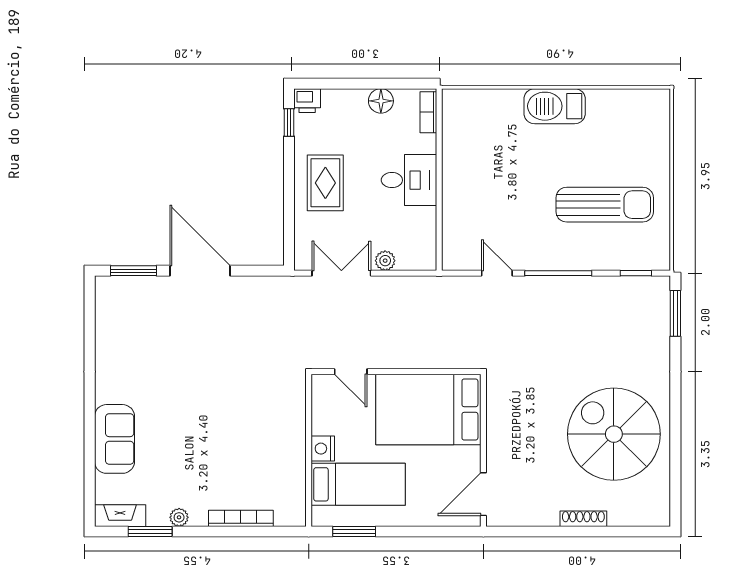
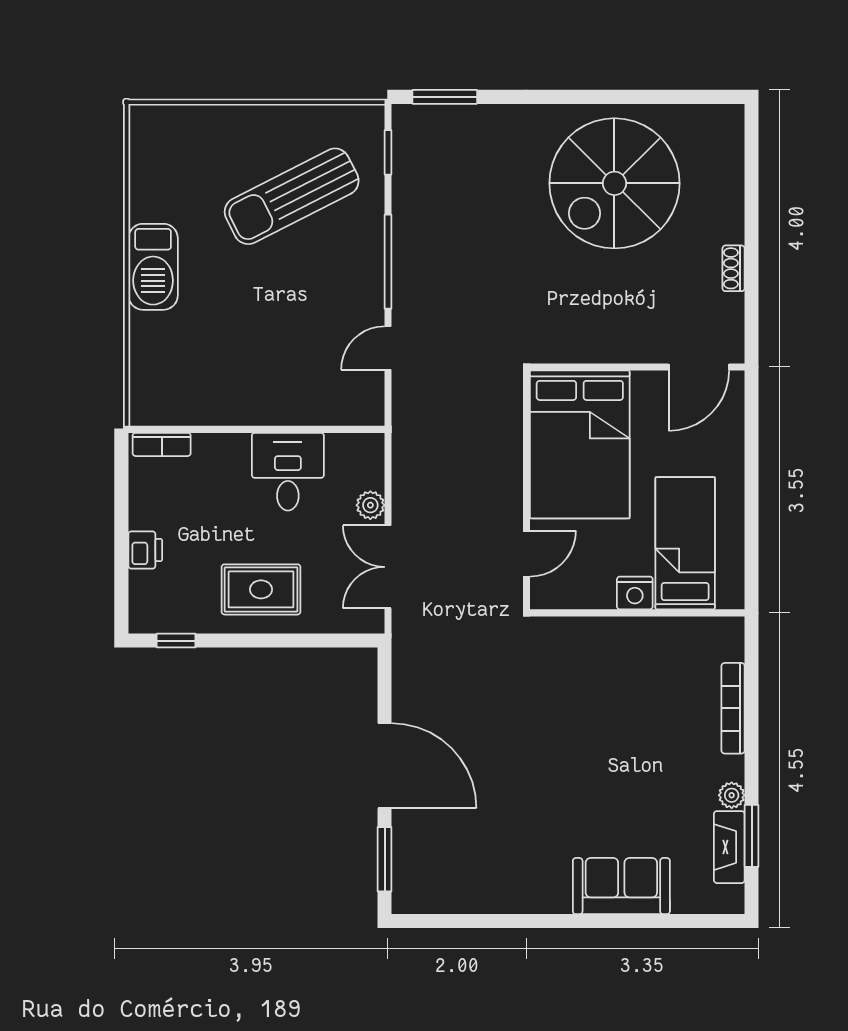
printer: (307, 101) -> (145, 550), moved
floor lamp: (381, 101) -> (146, 511), removed
desk: (409, 180) -> (288, 472), moved
sun lounger: (605, 205) -> (292, 196), turned -117
door: (200, 271) -> (385, 766), swing flipped
door: (483, 494) -> (699, 367), hinge flipped
fireplace: (120, 516) -> (729, 847), moved
shoe rack: (583, 519) -> (734, 268), moved, width x0.70
window: (354, 532) -> (752, 549), removed

